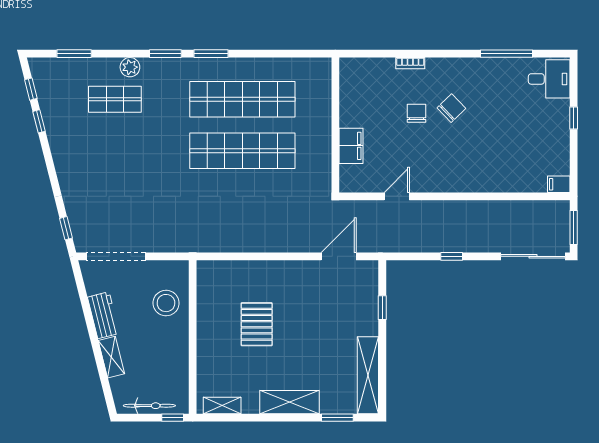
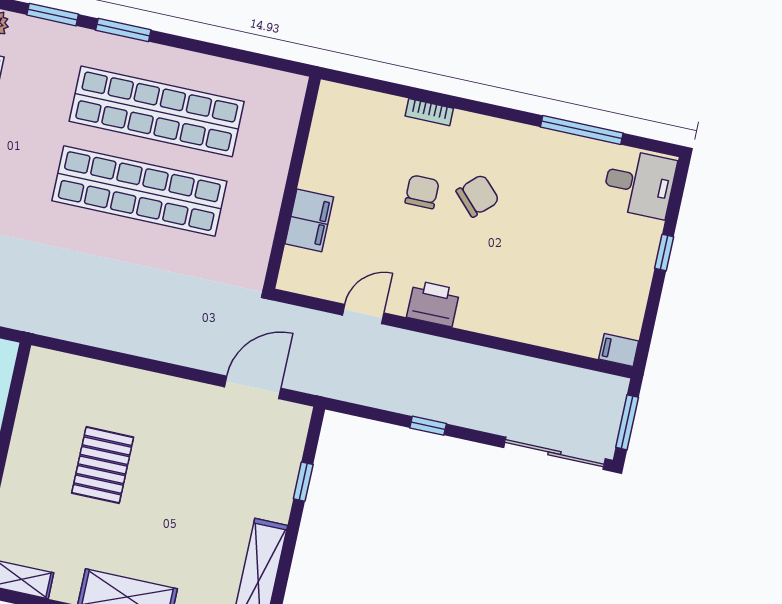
printer: (438, 180) -> (433, 303), added

